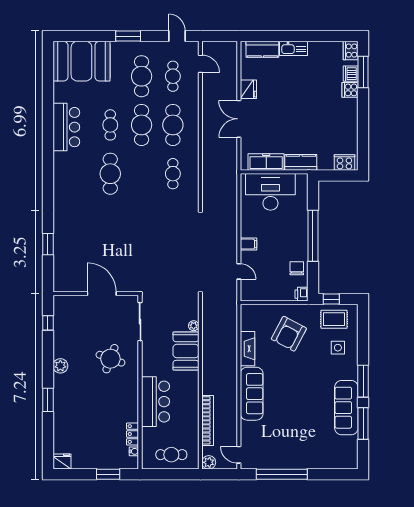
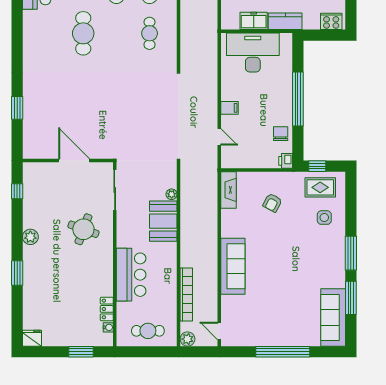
freezer: (266, 162) -> (254, 21), width x0.71
armchair: (289, 334) -> (272, 203), width x0.53, depth x0.53
fireplace: (247, 349) -> (229, 190), moved
sofa: (346, 408) -> (333, 317), moved
window: (282, 474) -> (283, 352), moved

